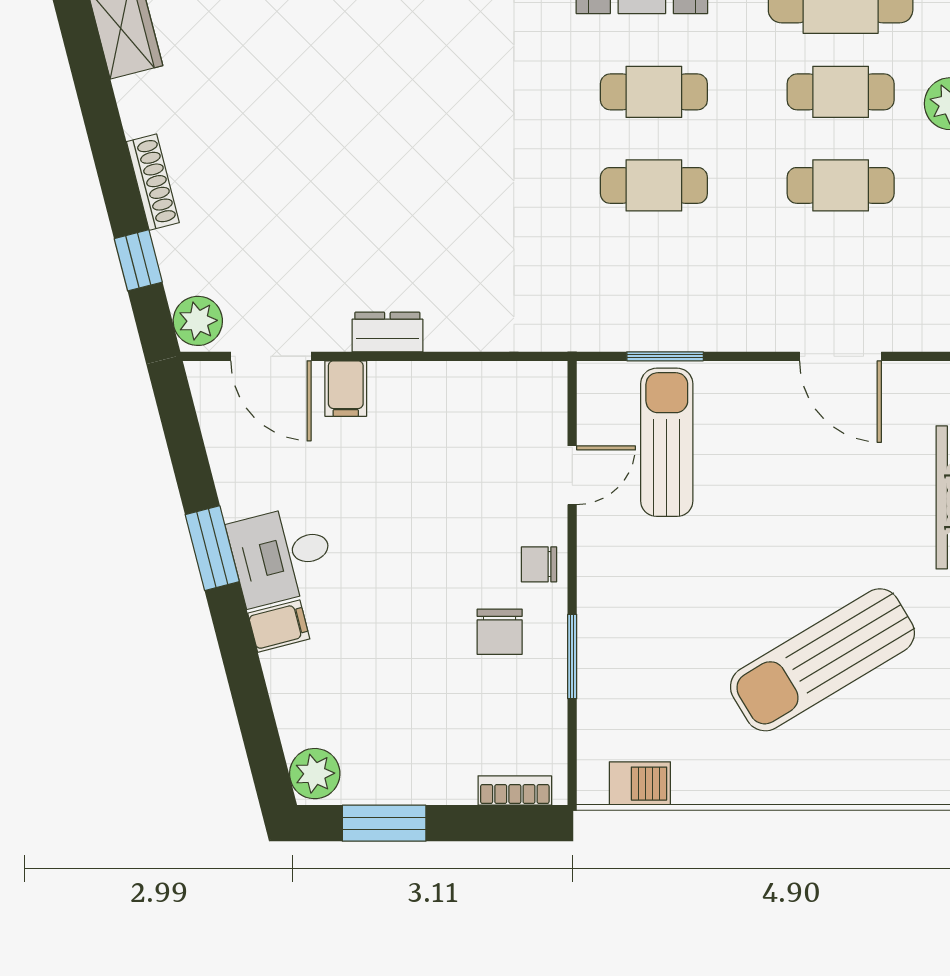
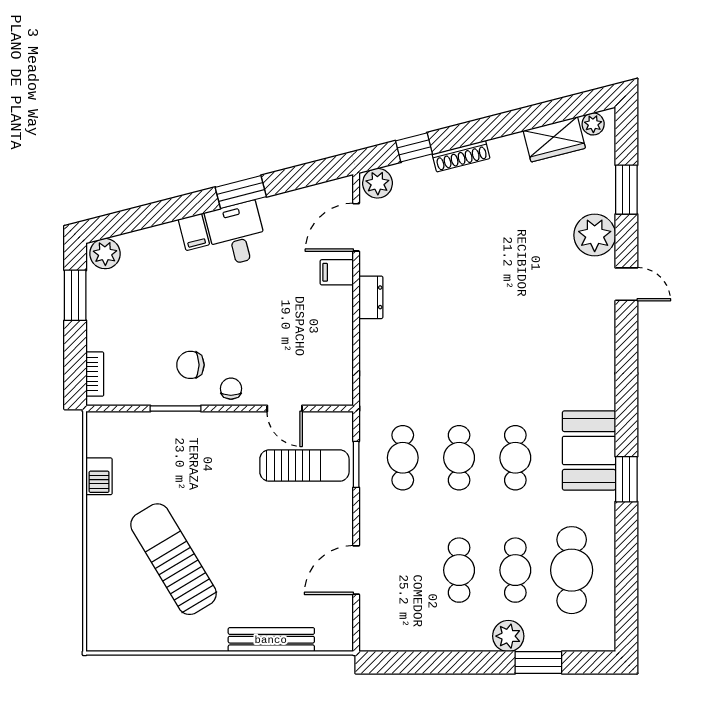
cafe table: (654, 279) -> (403, 458), added
barbecue: (640, 784) -> (99, 476), moved

